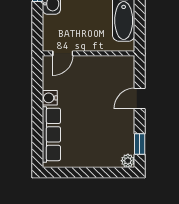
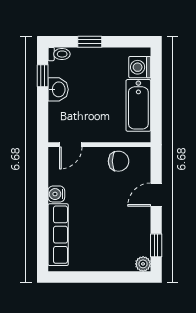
chair: (106, 68) -> (119, 161), added

